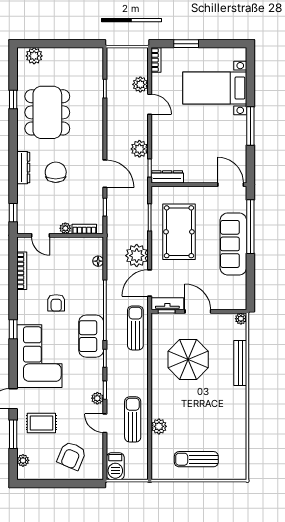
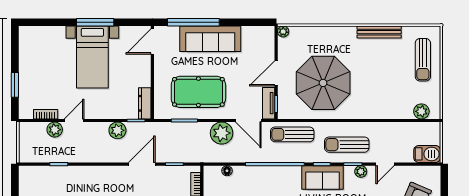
bookcase: (156, 60) -> (46, 114), moved
bed with nightstands: (215, 88) -> (92, 57), moved
sofa: (91, 336) -> (322, 178), moved
parasol: (188, 360) -> (323, 83), width x1.36, depth x1.36
bench: (240, 363) -> (379, 32), moved
sun lounger: (133, 419) -> (347, 145), moved
plant: (159, 426) -> (421, 111), moved
sun lounger: (196, 459) -> (423, 60), moved

